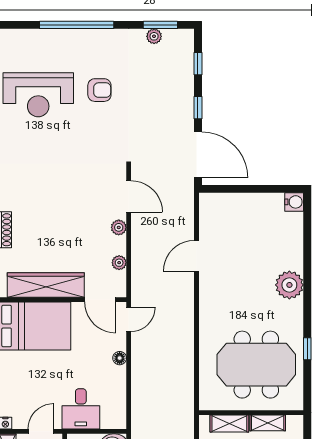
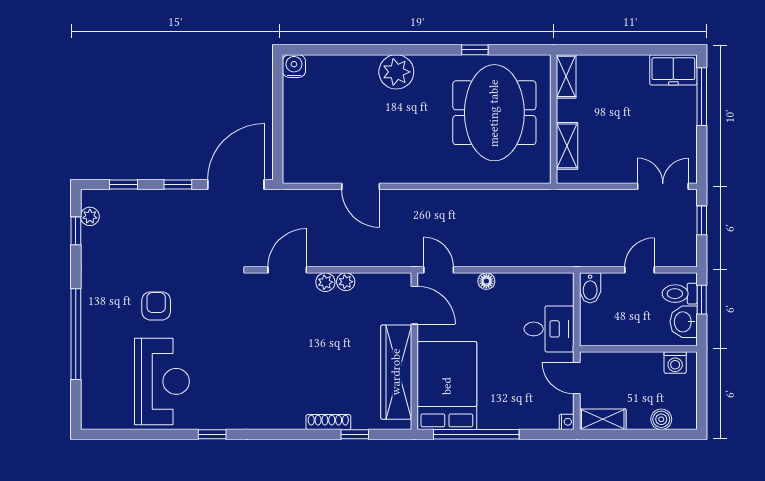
window: (160, 25) -> (76, 231), width x0.67
plant: (154, 36) -> (90, 216), moved
plant: (119, 263) -> (346, 282), moved
door: (100, 300) -> (414, 305), hinge flipped
shelving: (268, 423) -> (566, 76), moved

